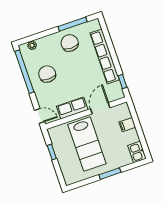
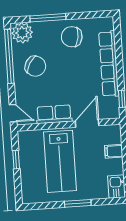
window: (72, 24) -> (48, 18), moved
chair: (70, 43) -> (72, 37), turned -81
plant: (32, 45) -> (22, 33), width x1.88, depth x1.88
chair: (47, 74) -> (35, 66), turned 120

